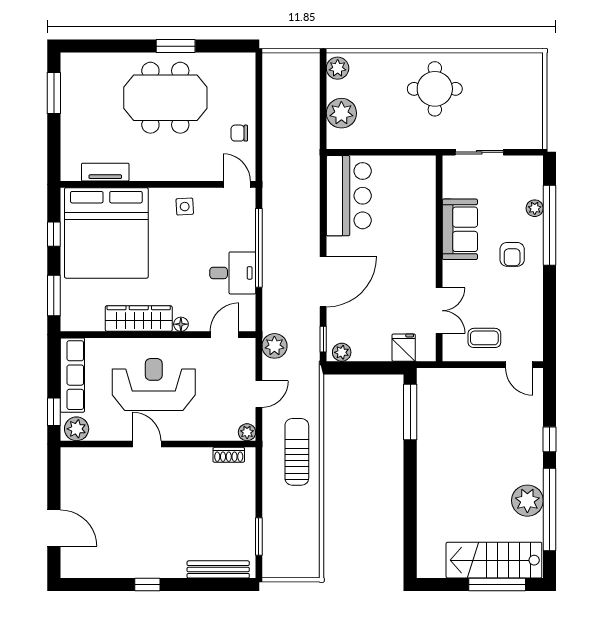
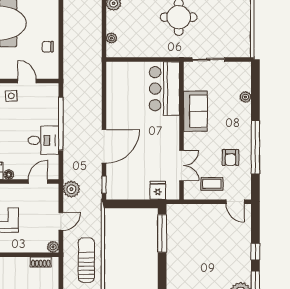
plant: (341, 113) -> (111, 38), width x0.53, depth x0.53
door: (237, 184) -> (27, 81), moved
bar counter: (349, 196) -> (164, 89), moved, turned 180
window: (550, 225) -> (255, 147), moved
armchair: (512, 254) -> (230, 157), moved
plant: (342, 352) -> (116, 193), removed

